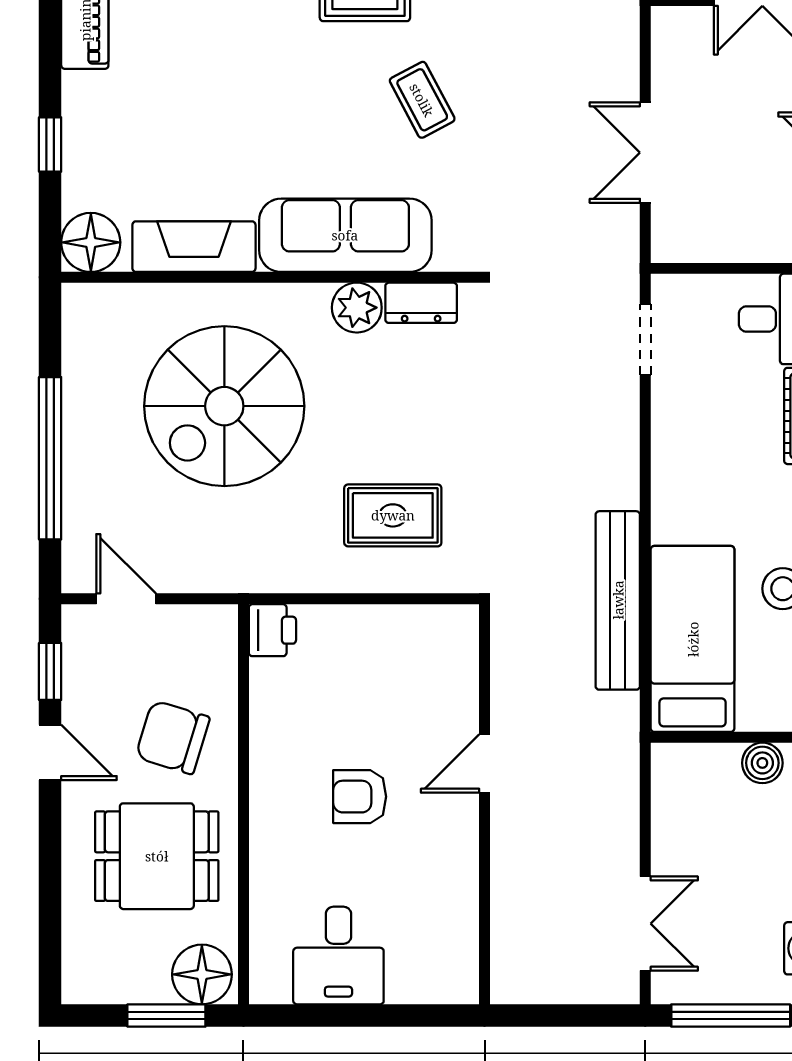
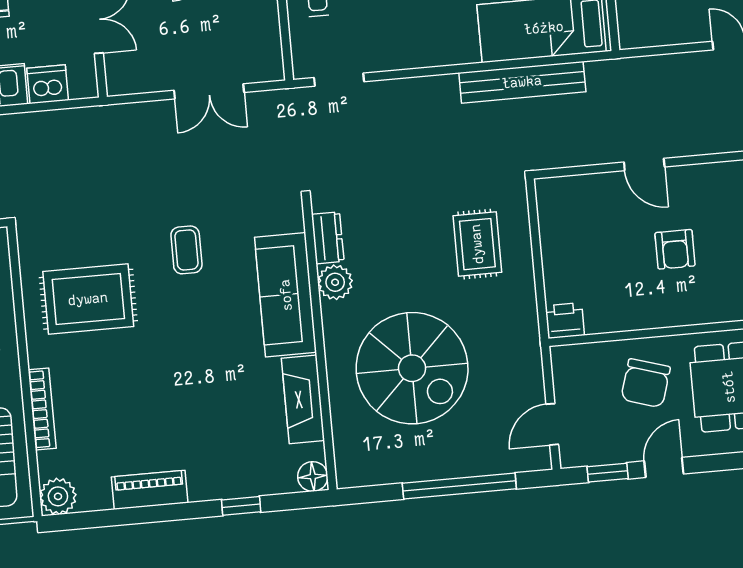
coffee table: (422, 100) -> (186, 250), turned -62
floor lamp: (91, 242) -> (313, 477), width x0.73, depth x0.73

